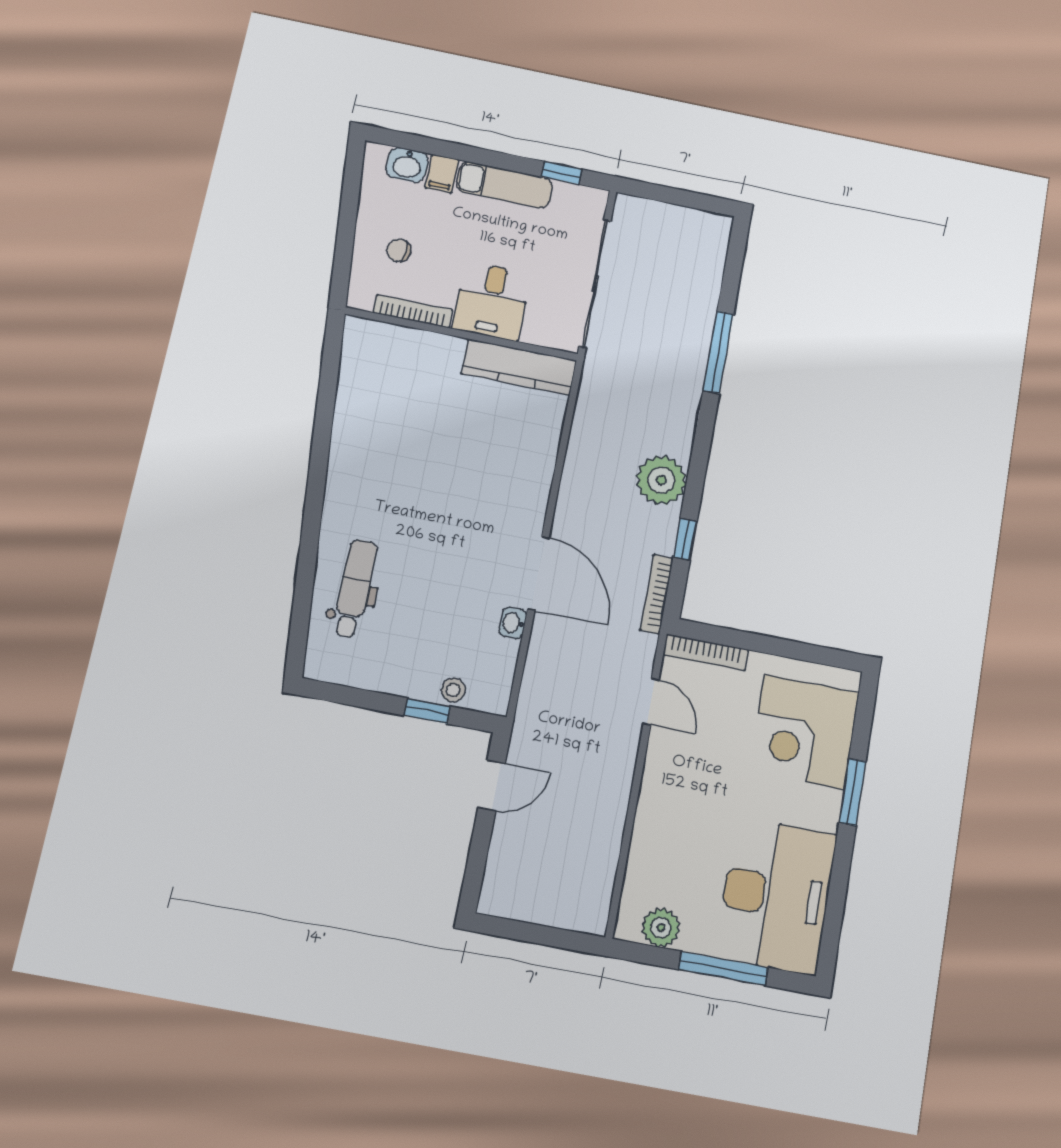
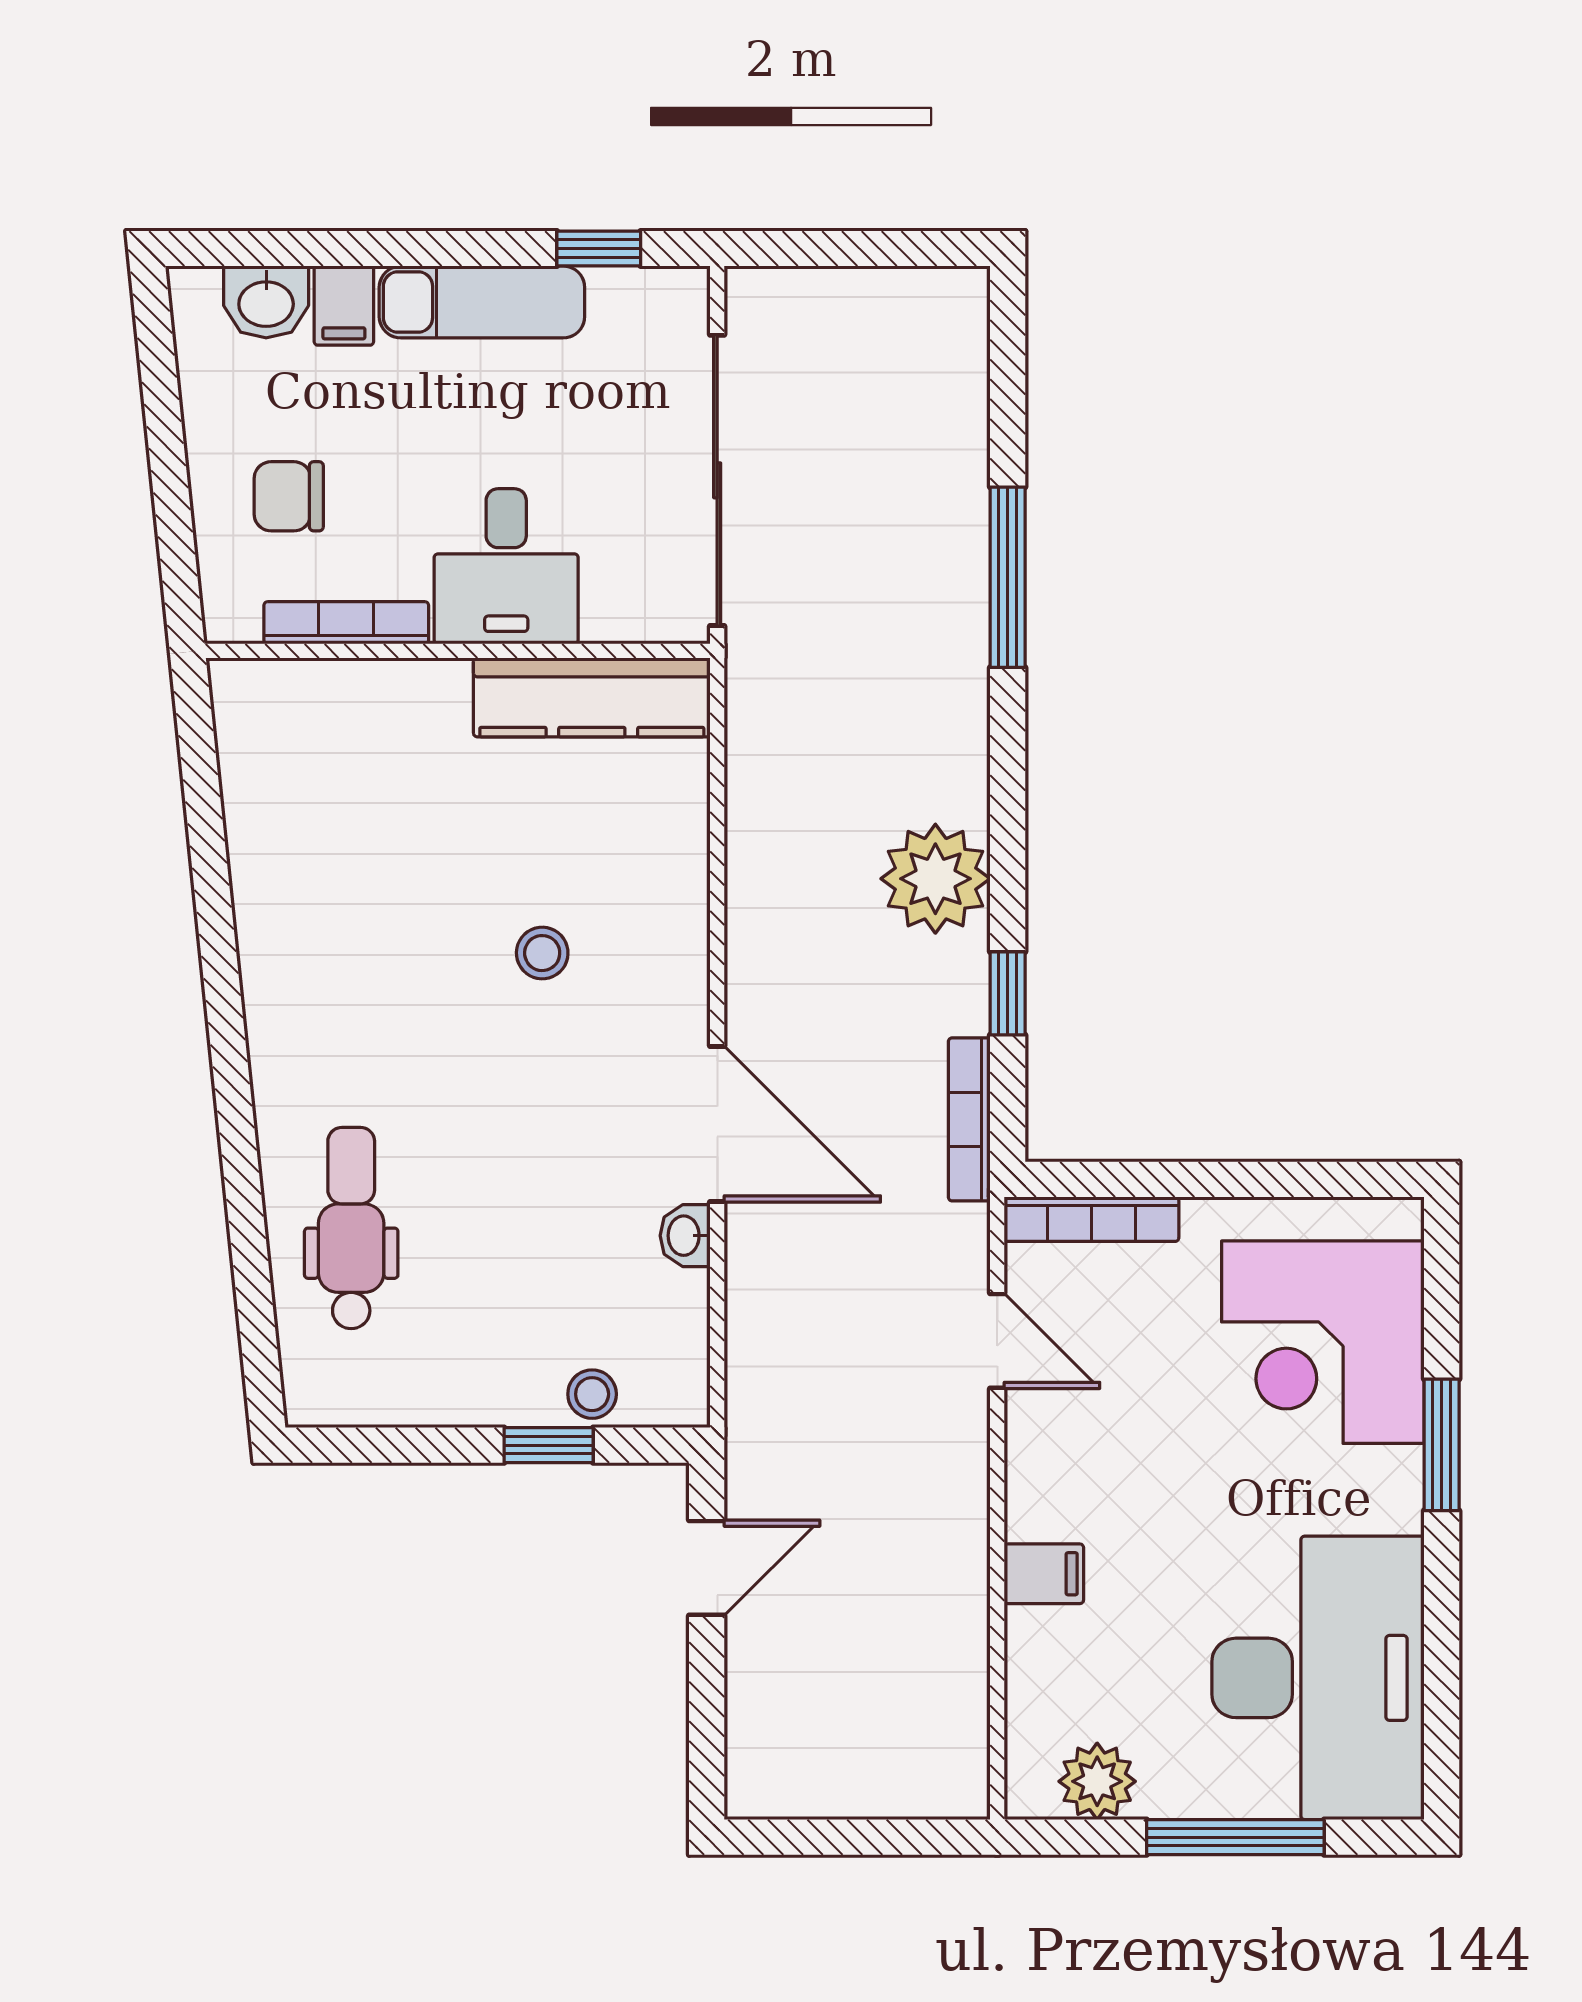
chair: (399, 250) -> (289, 496), width x1.37, depth x1.37
stool: (472, 478) -> (542, 953), added
filing cabinet: (653, 819) -> (1044, 1574), added

